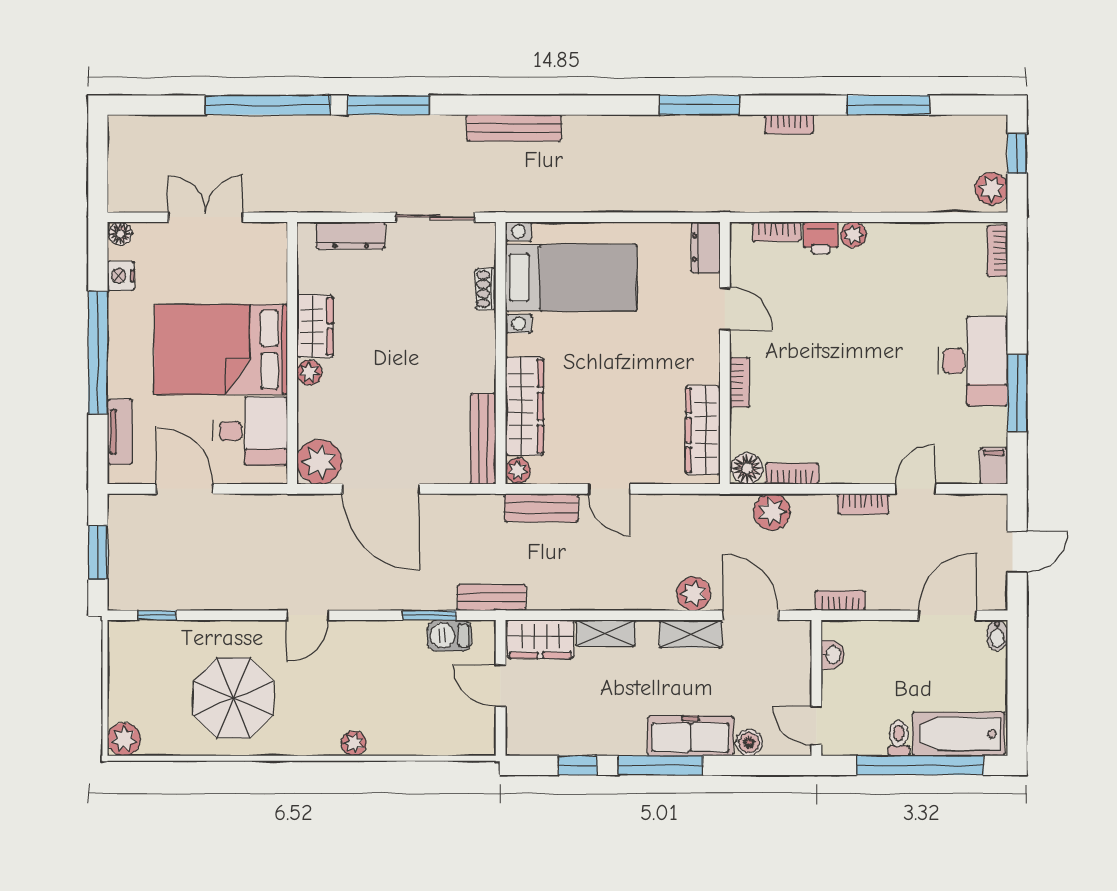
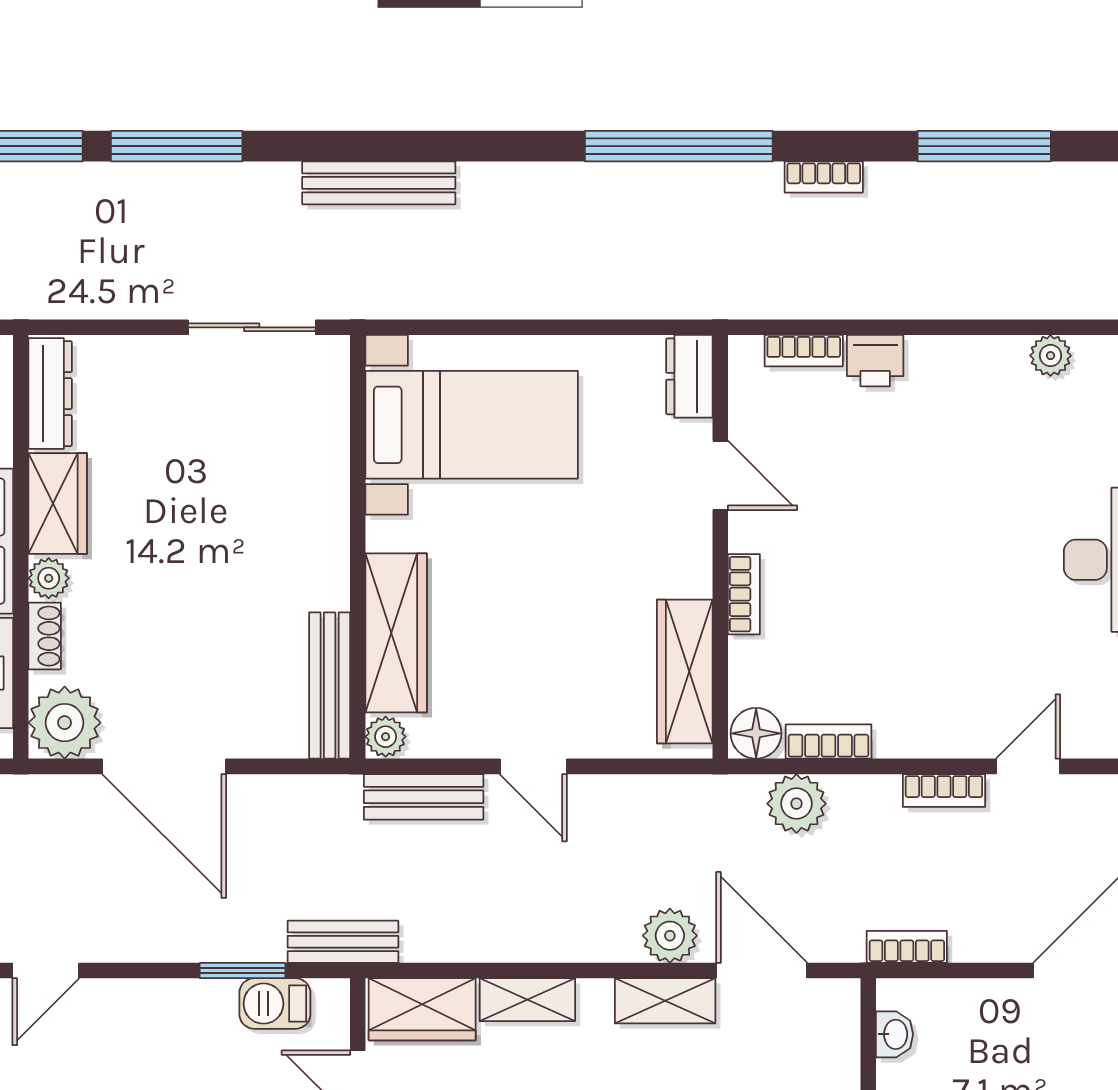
window: (699, 105) -> (679, 146), width x1.46
dresser: (351, 235) -> (50, 394), moved, turned -90
plant: (853, 235) -> (1050, 356), moved
shoe rack: (486, 289) -> (45, 636), moved, turned 180

